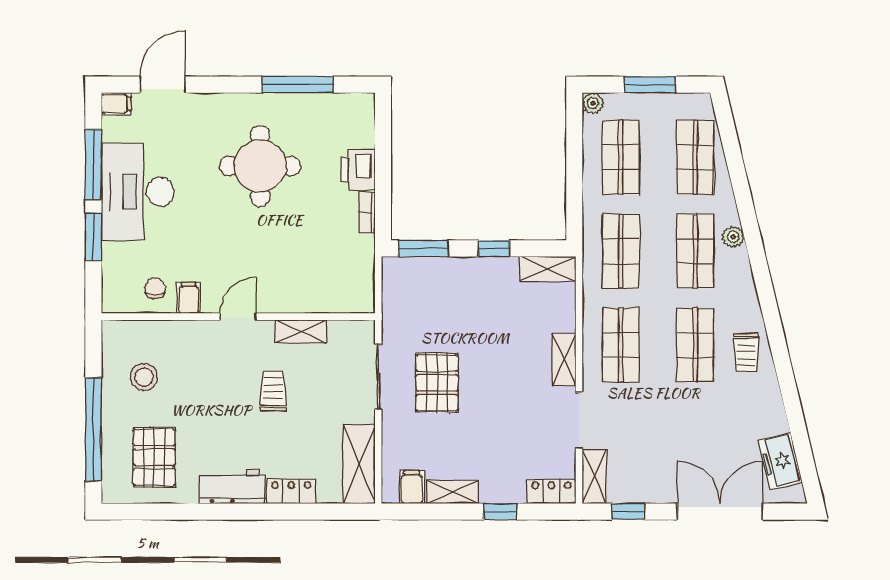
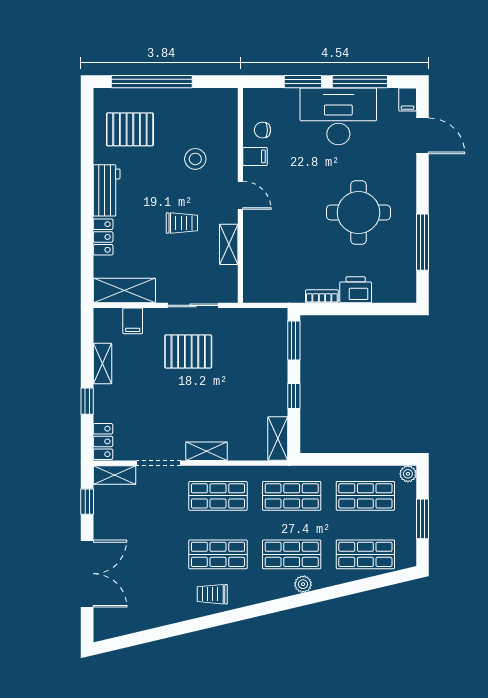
chair: (155, 288) -> (262, 130), turned 180
stool: (144, 377) -> (195, 159), moved
freezer: (780, 461) -> (127, 621), removed
filing cabinet: (412, 487) -> (133, 321), moved, turned 90

